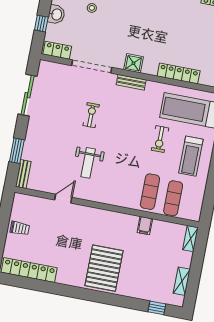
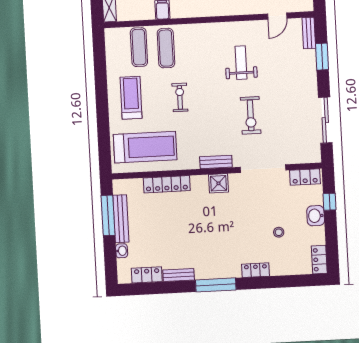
exercise bike: (91, 115) -> (251, 115), width x1.38, depth x1.39
exercise bike: (160, 139) -> (180, 97), moved
door: (63, 199) -> (277, 16), moved

